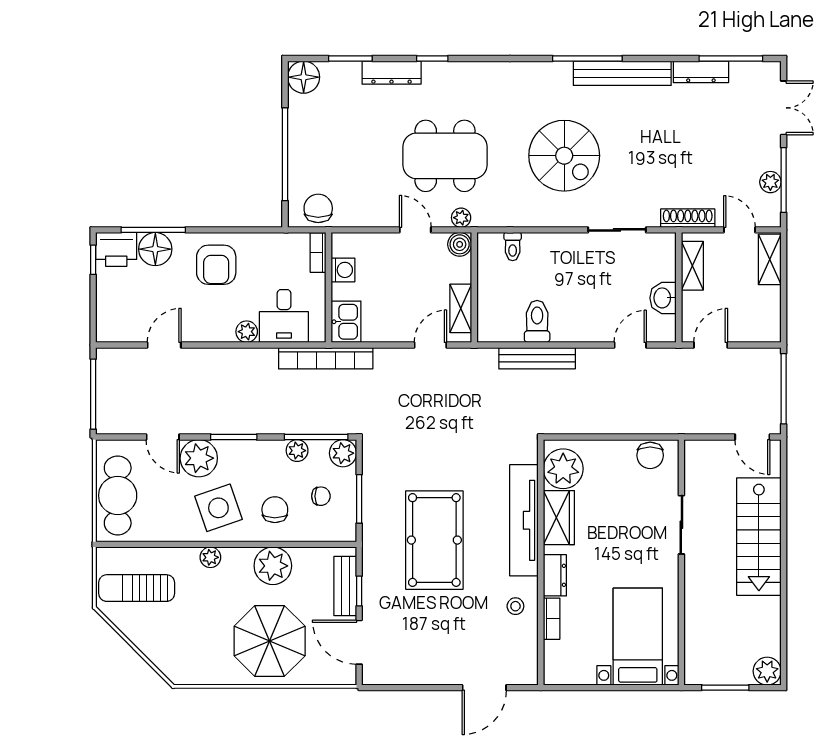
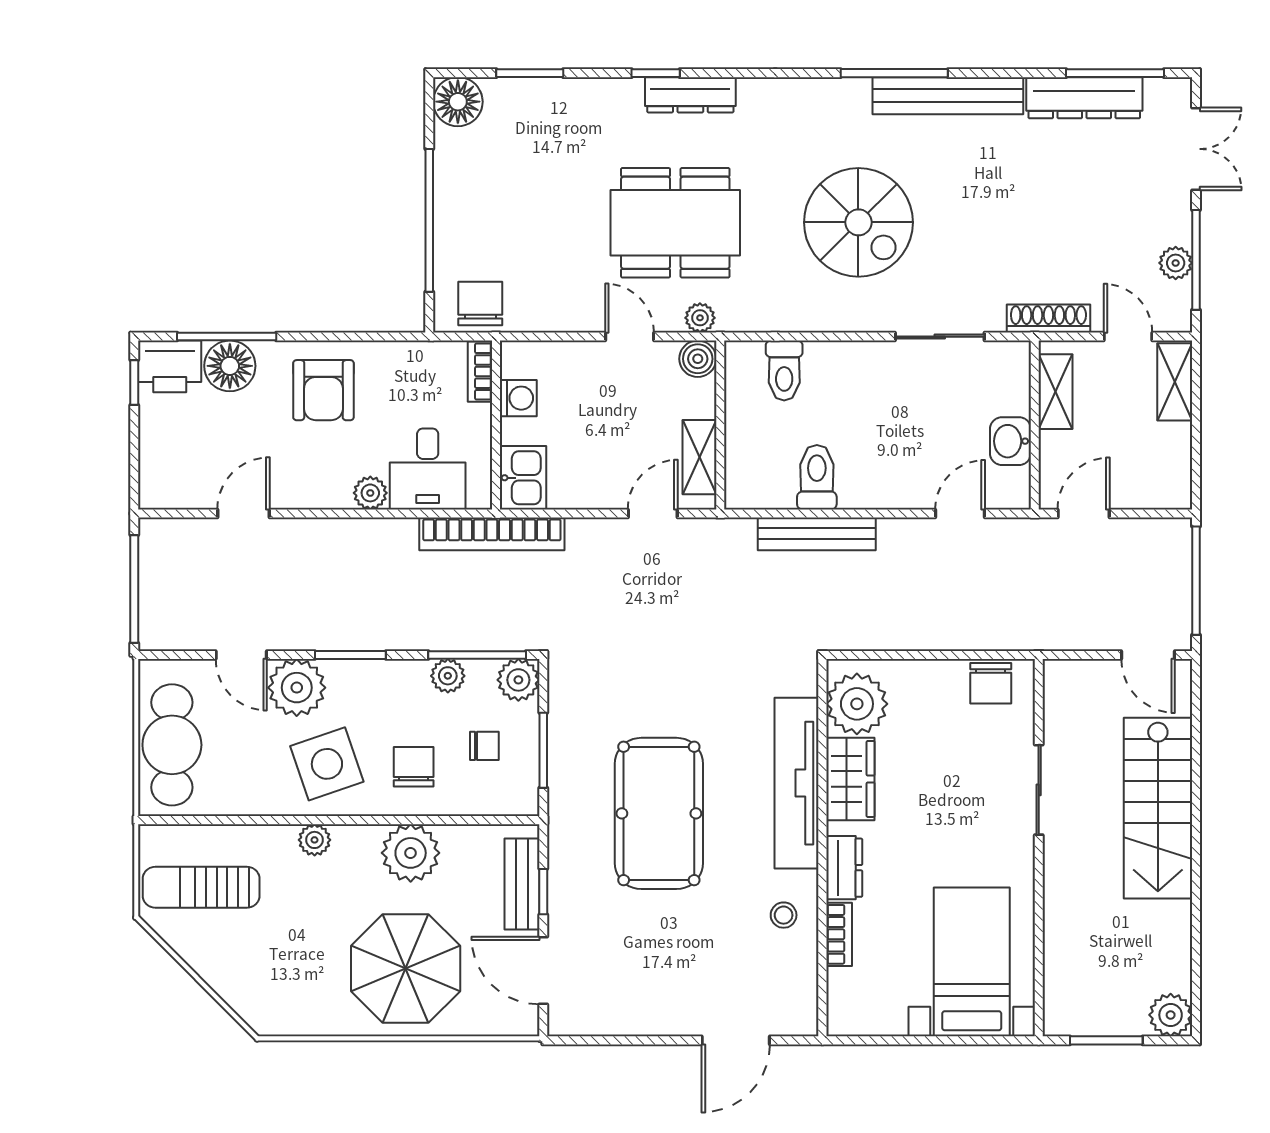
dresser: (701, 72) -> (1084, 98), width x1.37, depth x1.24
dresser: (392, 73) -> (690, 95), moved
toilet: (513, 247) -> (784, 371), width x1.37, depth x1.39

